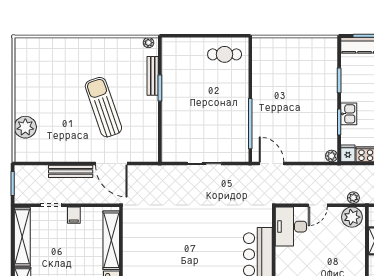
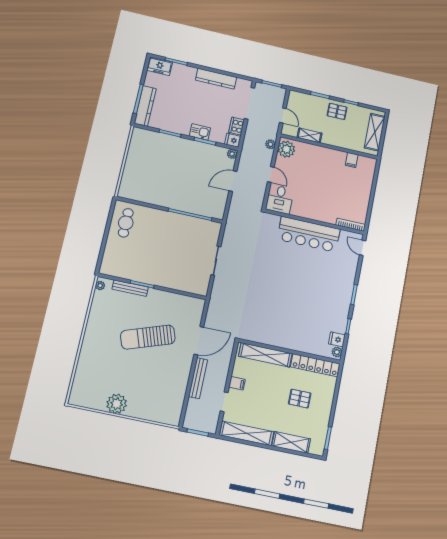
plant: (25, 127) -> (117, 404), moved
door: (271, 164) -> (233, 181), moved
desk: (291, 227) -> (280, 199), width x0.73

